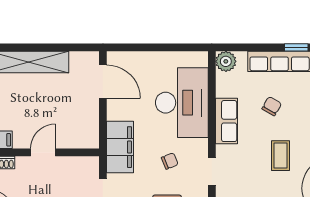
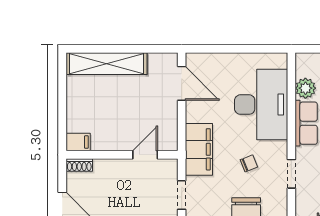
plant: (226, 61) -> (305, 88), moved
door: (43, 152) -> (145, 155), moved

